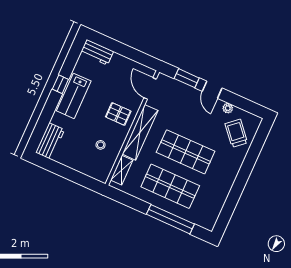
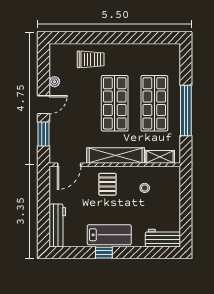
workbench: (97, 52) -> (57, 225), width x1.38
trolley: (236, 133) -> (91, 59), moved, turned -139
window: (170, 219) -> (186, 111), moved

